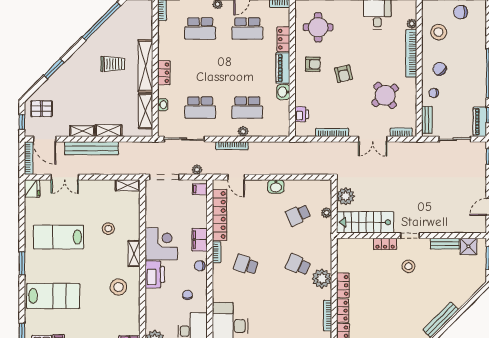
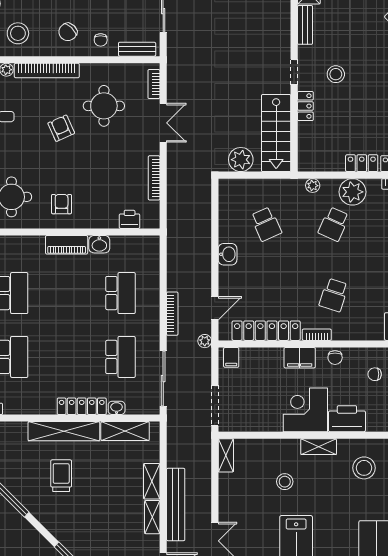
locker: (283, 39) -> (27, 244), removed
locker: (164, 73) -> (82, 406), width x1.53
armchair: (344, 74) -> (61, 128), moved, turned -101
round table: (385, 95) -> (104, 106), turned 38
plant: (243, 131) -> (153, 299), removed
plant: (197, 170) -> (205, 341), moved
plant: (326, 213) -> (313, 186), moved

